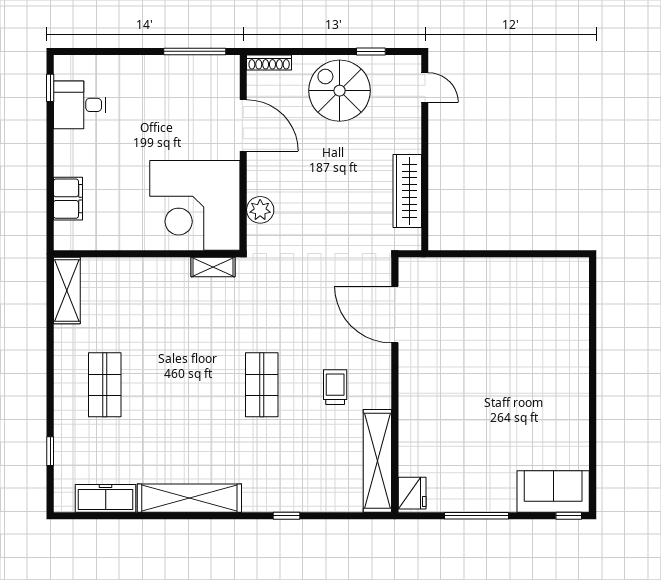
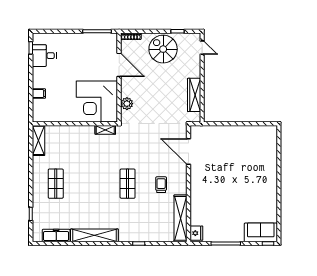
filing cabinet: (68, 199) -> (39, 94), width x0.50

